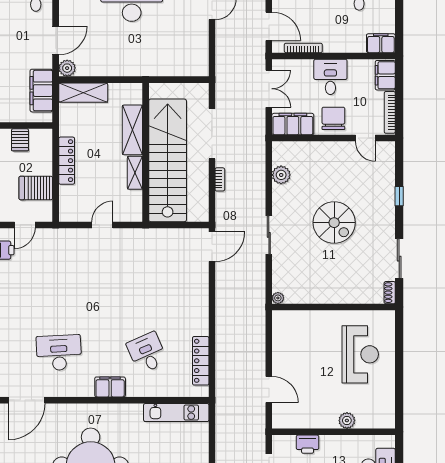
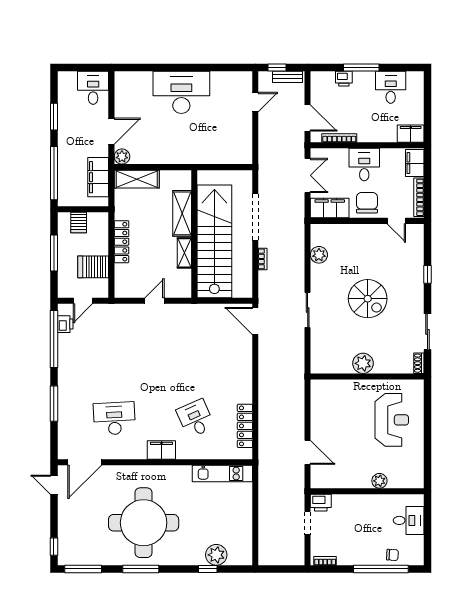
door: (212, 247) -> (255, 321), swing flipped
plant: (278, 298) -> (363, 363), moved, width x1.88, depth x1.88
printer: (308, 444) -> (321, 503), moved

